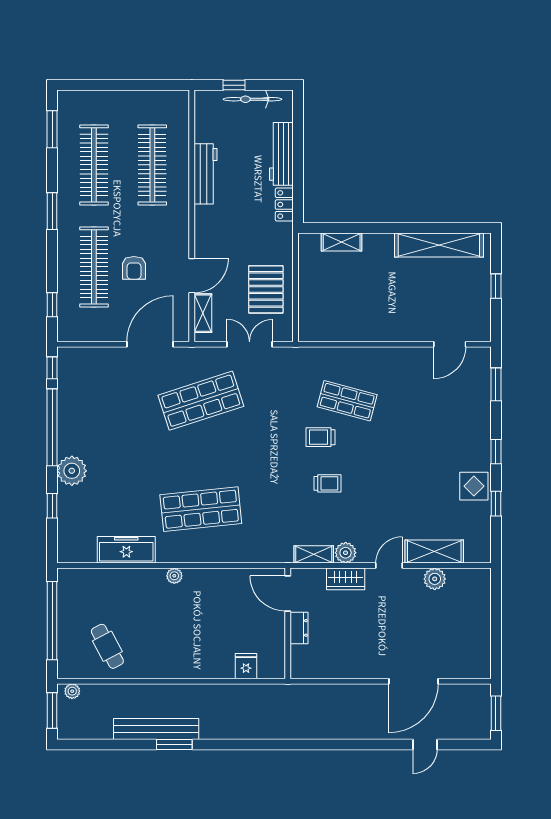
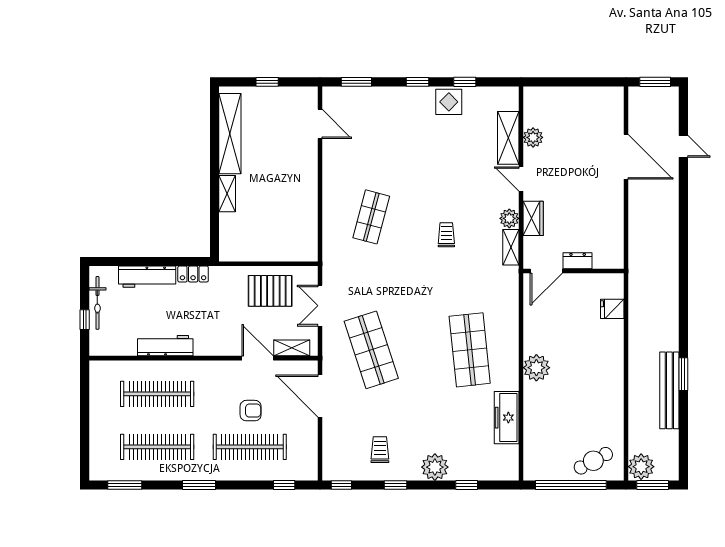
shelving: (342, 242) -> (227, 194), moved
window: (52, 427) -> (395, 485), width x0.32
trolley: (320, 437) -> (380, 450), moved, turned 180
plant: (174, 576) -> (536, 368), width x1.87, depth x1.87
cafe table: (107, 646) -> (593, 461), moved
plant: (72, 691) -> (641, 467), width x1.88, depth x1.88

